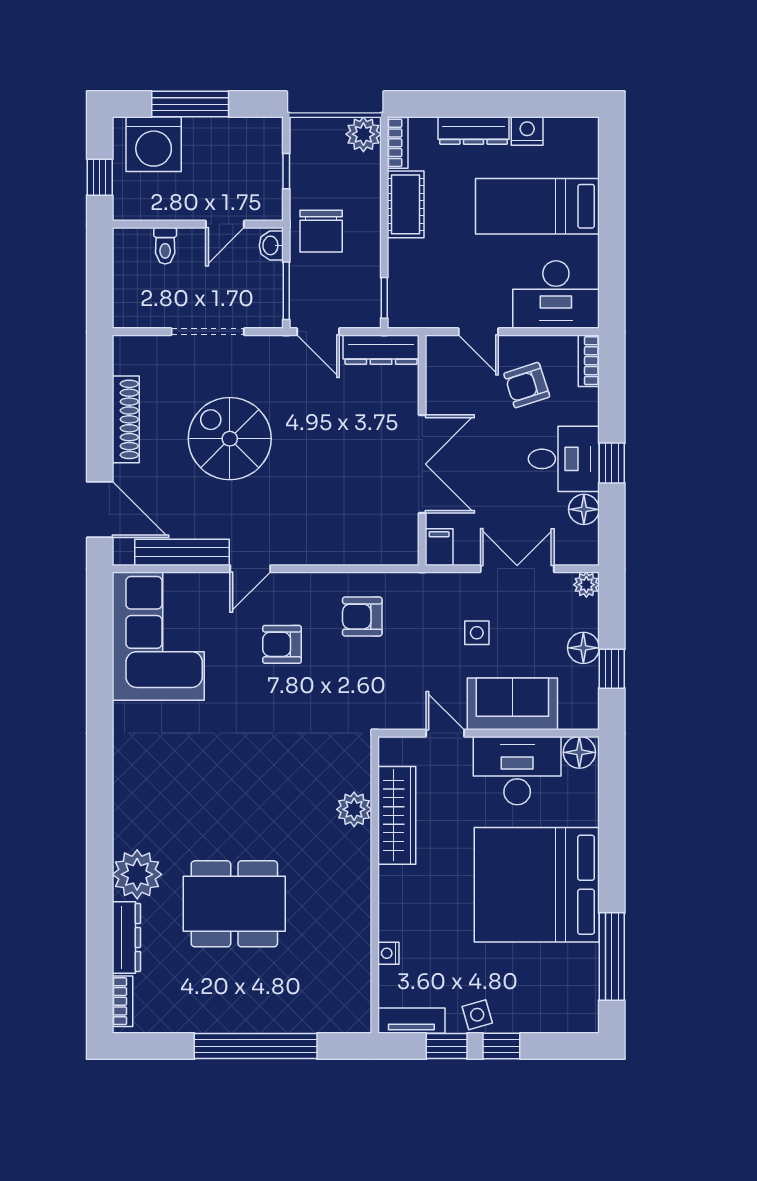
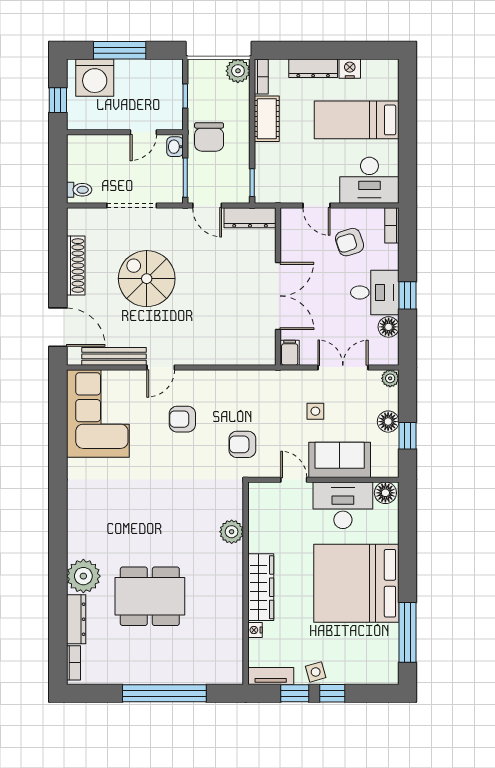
toilet: (165, 246) -> (79, 190), moved, turned -90
armchair: (362, 617) -> (242, 444), moved
wardrobe: (397, 815) -> (261, 587), moved

